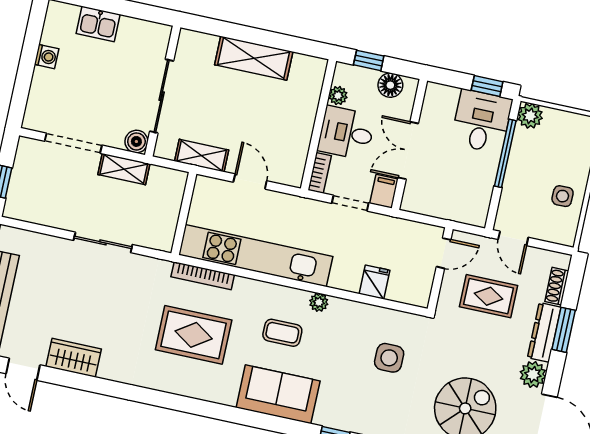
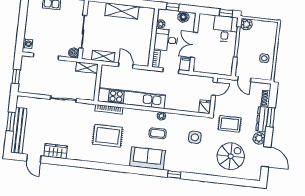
washing machine: (47, 57) -> (28, 44), moved
shelving: (124, 169) -> (87, 68), moved
fridge: (375, 282) -> (205, 107), moved
rug: (489, 296) -> (230, 124), moved
coffee table: (282, 333) -> (158, 133), moved

